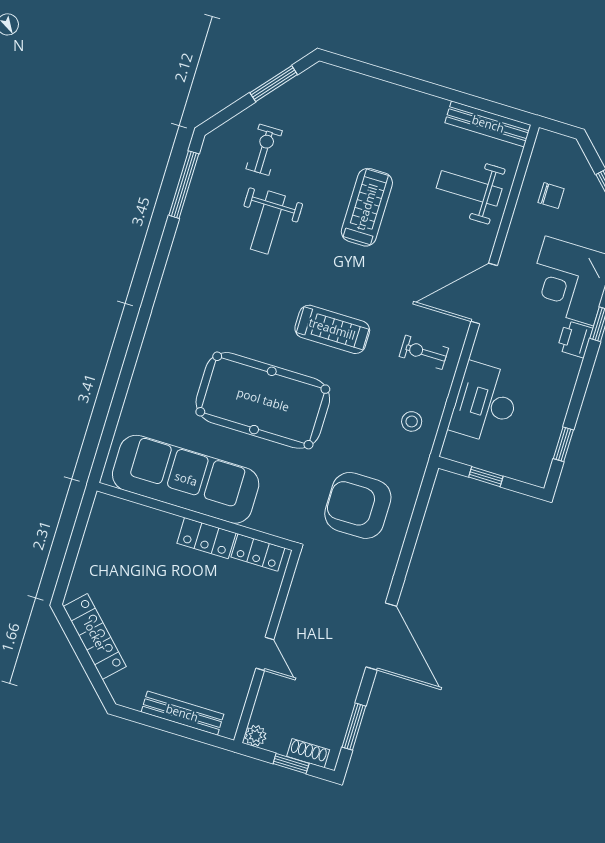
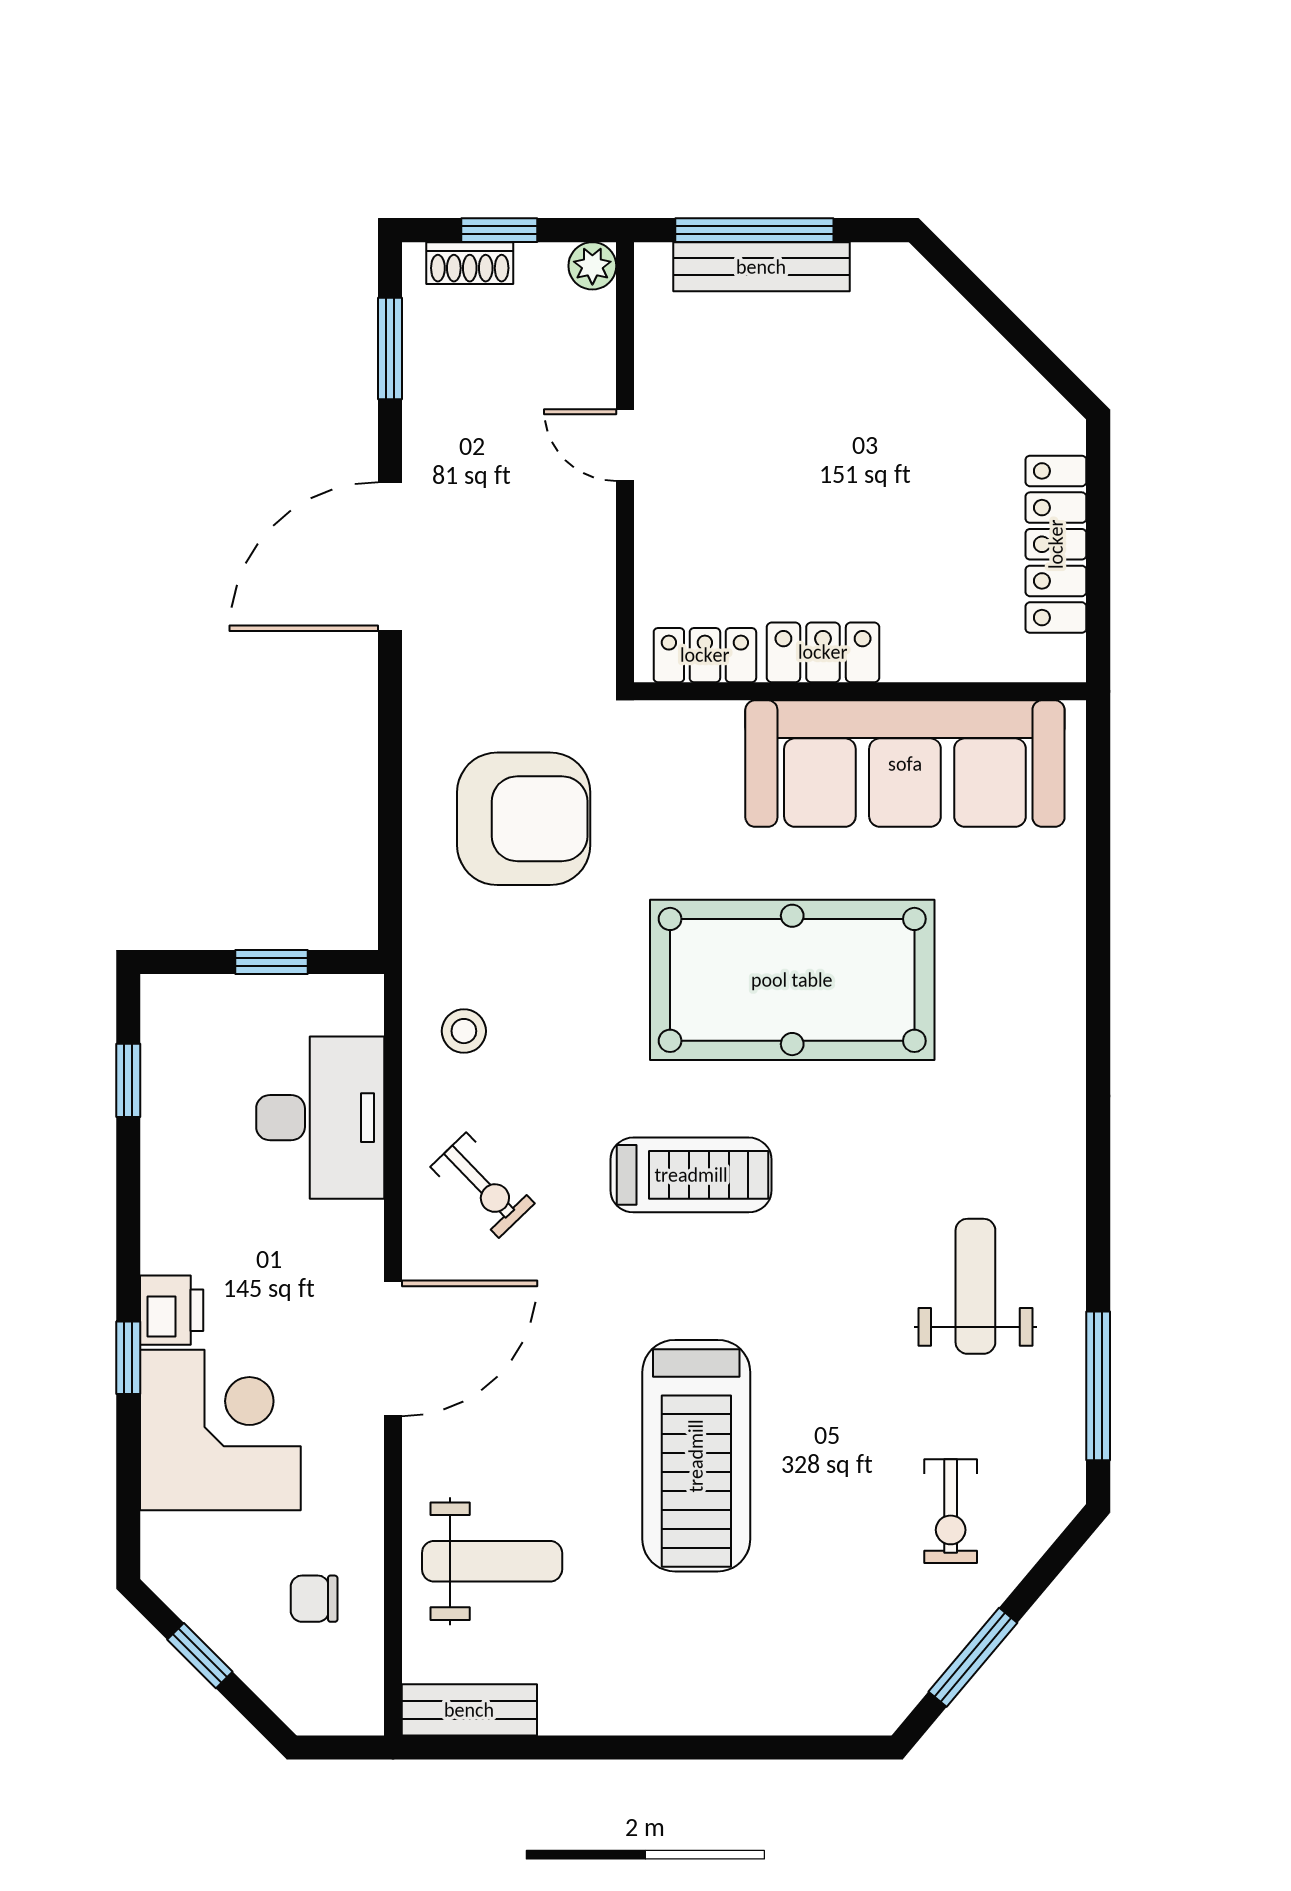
bench: (488, 124) -> (469, 1710), width x0.73
treadmill: (367, 207) -> (696, 1456), width x1.37, depth x1.38
weight bench: (268, 223) -> (975, 1286), moved
treadmill: (332, 329) -> (691, 1175), turned 180
exercise bike: (424, 352) -> (483, 1185), turned 46
locker: (95, 636) -> (1056, 544), moved, turned 45
door: (381, 637) -> (390, 557), hinge flipped
window: (181, 730) -> (754, 230), added

